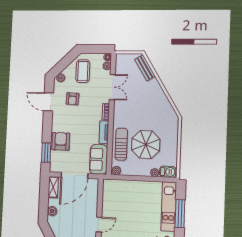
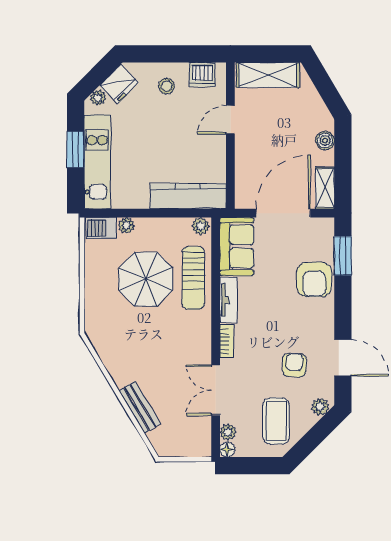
bench: (145, 68) -> (140, 407), moved
kitchen counter: (122, 186) -> (188, 196), added
window: (180, 214) -> (76, 149), width x0.69

